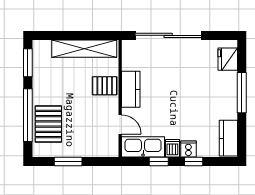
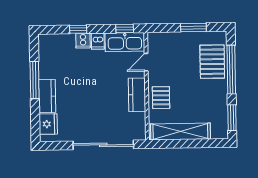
pallet: (105, 86) -> (161, 98), turned 90
window: (242, 93) -> (35, 80), moved
door: (120, 125) -> (146, 62), hinge flipped
kitchen counter: (228, 138) -> (47, 96), moved
window: (159, 161) -> (125, 29), moved

